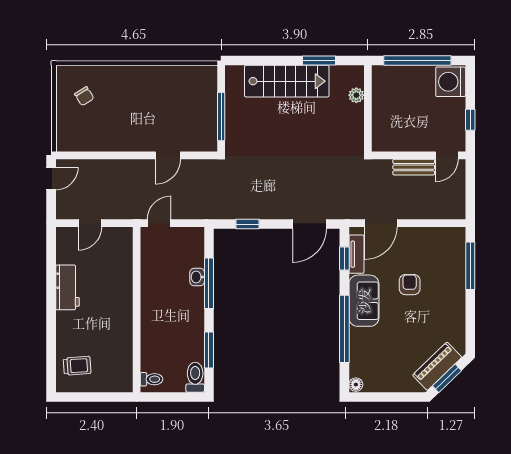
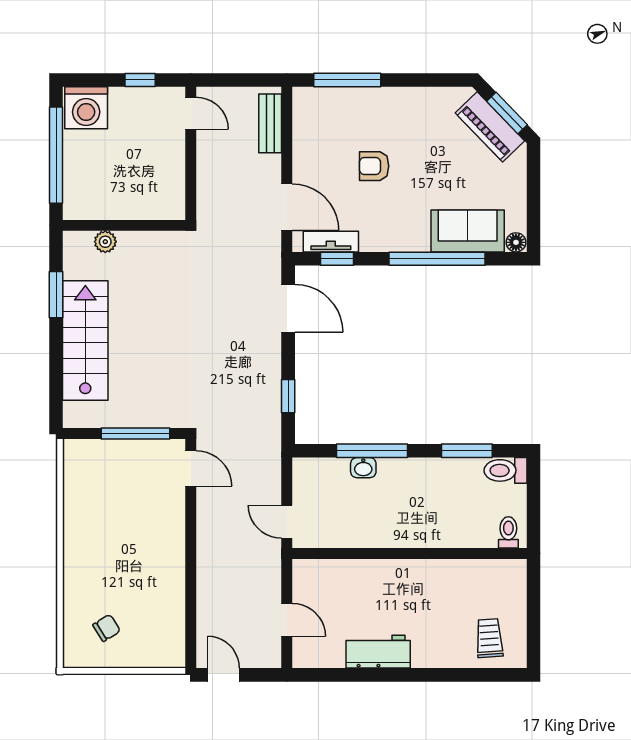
door: (168, 155) -> (191, 468), moved
bench: (414, 167) -> (270, 123), moved
sofa: (364, 301) -> (468, 231), moved

